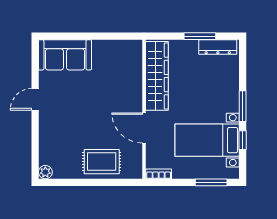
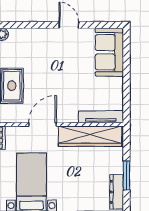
tv unit: (136, 64) -> (101, 117), added

